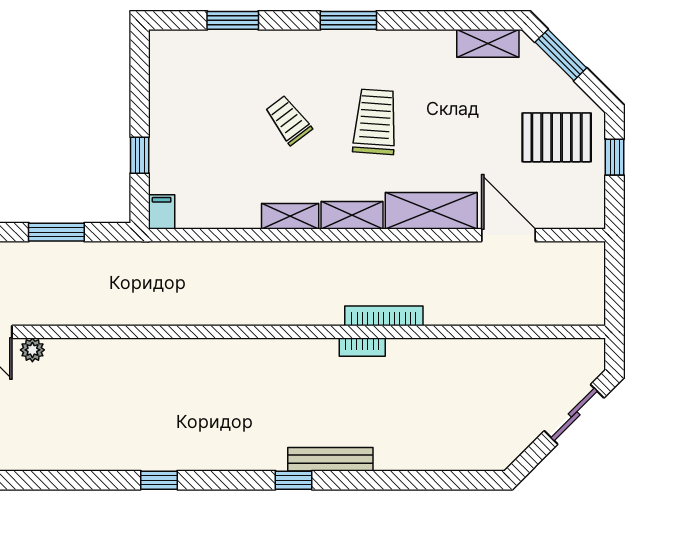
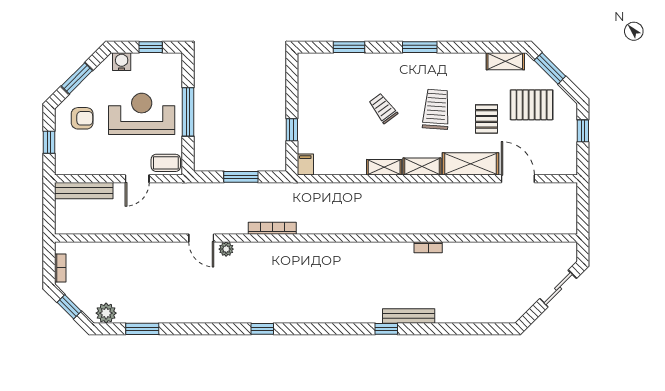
pallet: (457, 137) -> (486, 119), added
pallet: (557, 137) -> (532, 105), moved
bookcase: (384, 316) -> (272, 228), moved
window: (159, 480) -> (262, 329), moved

